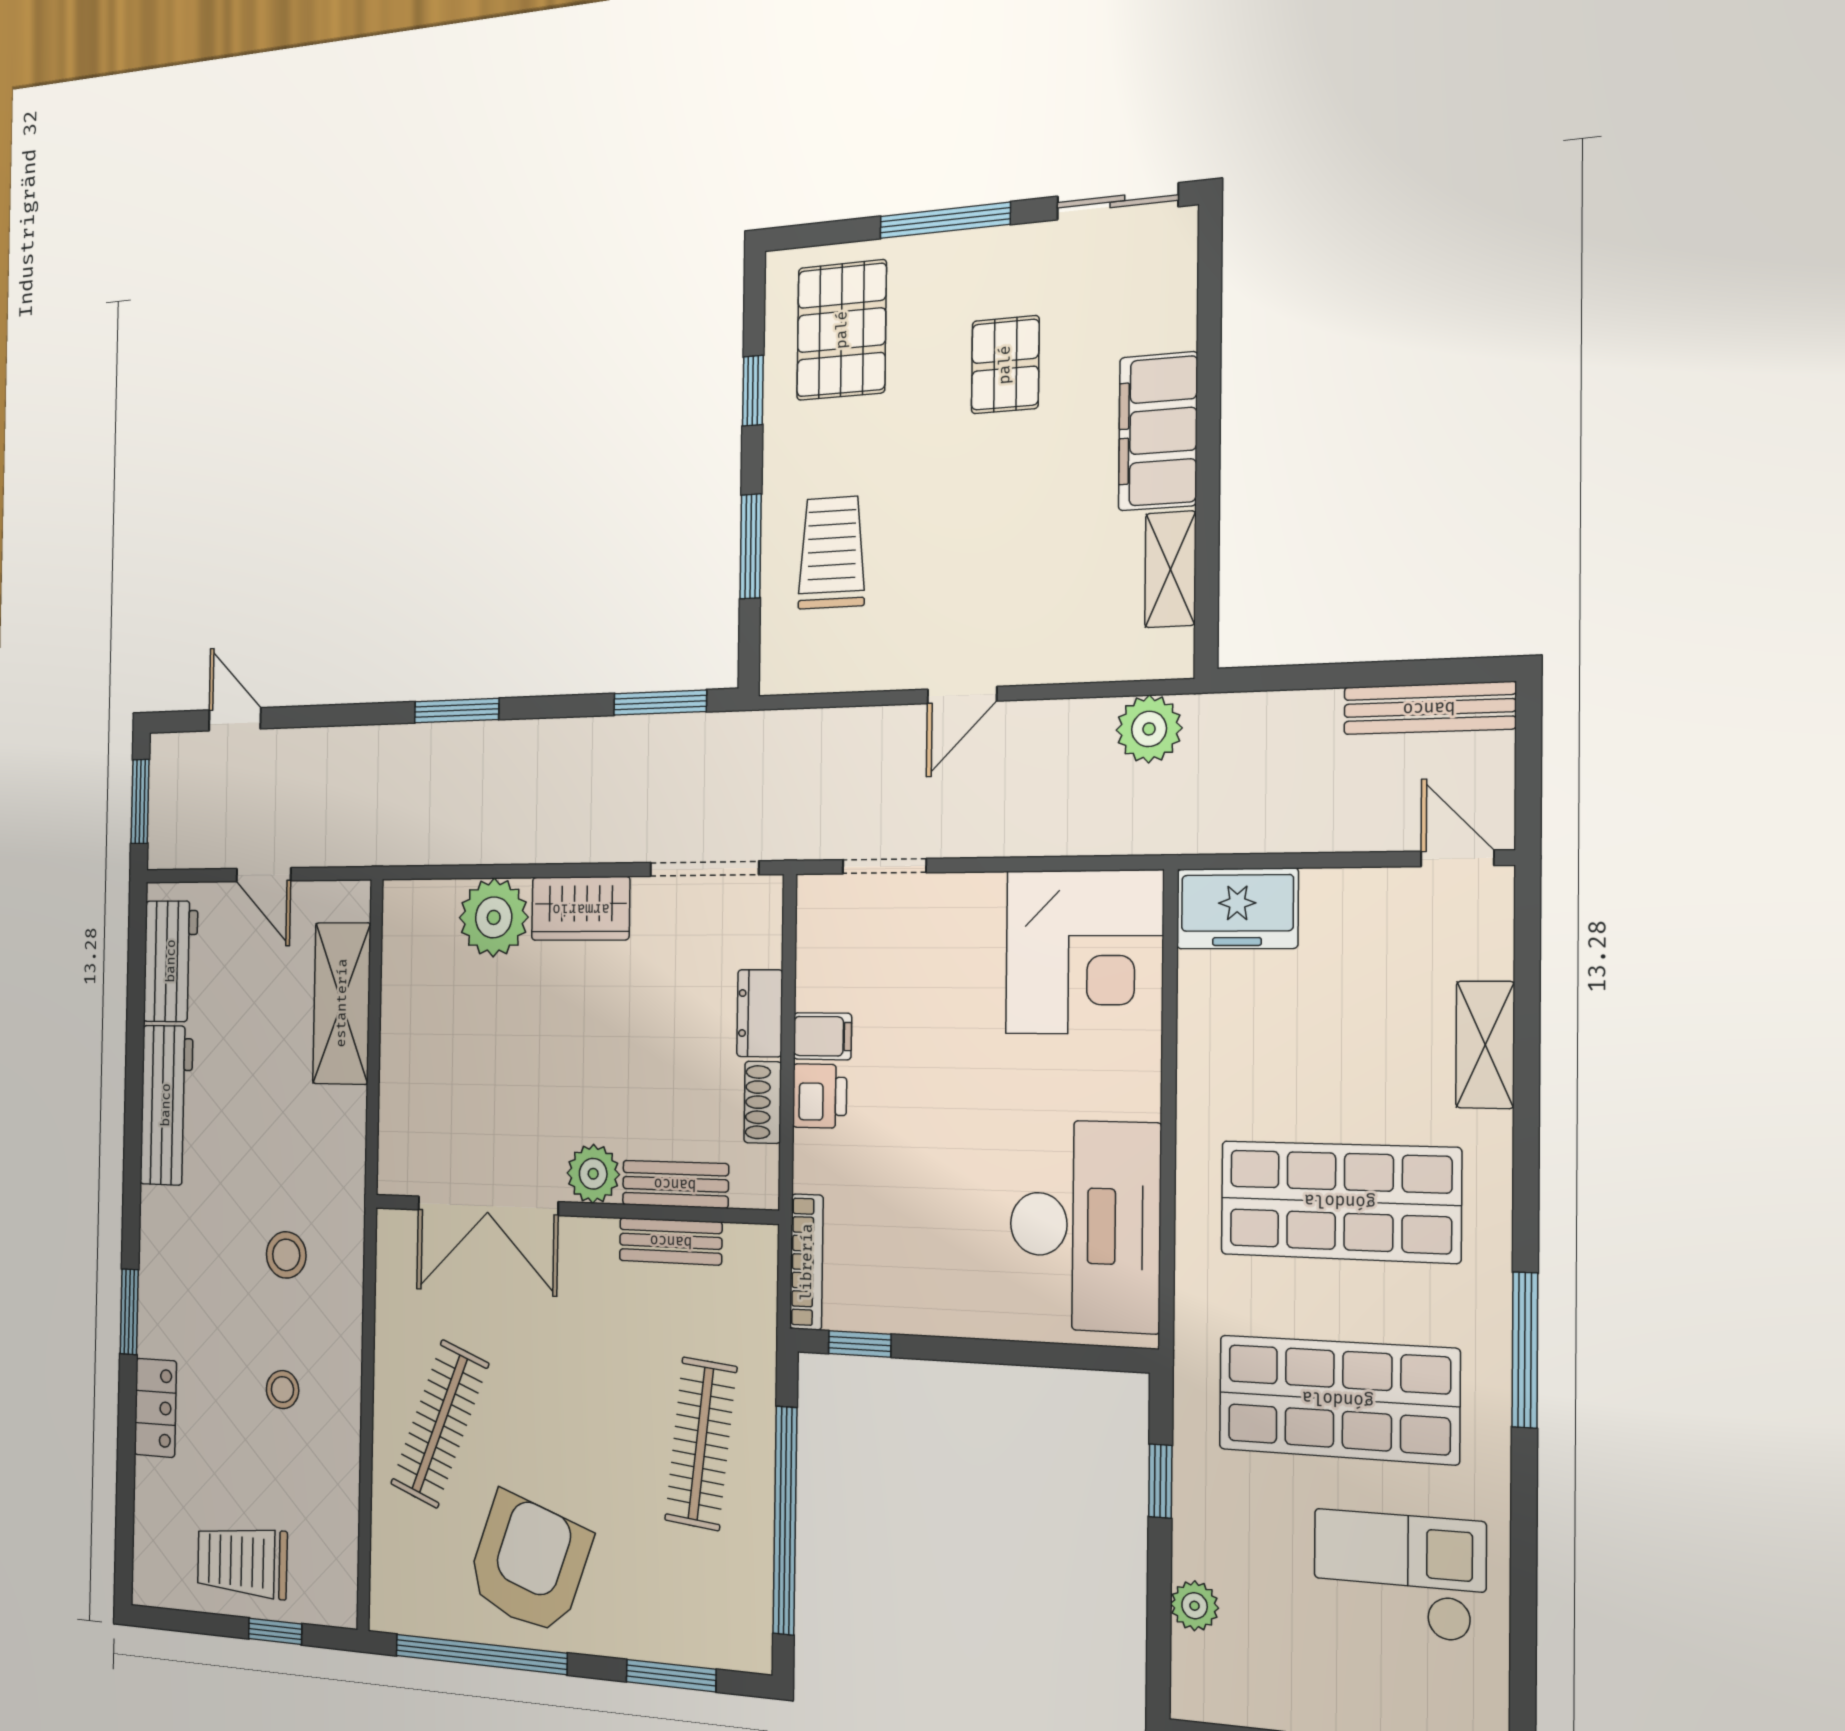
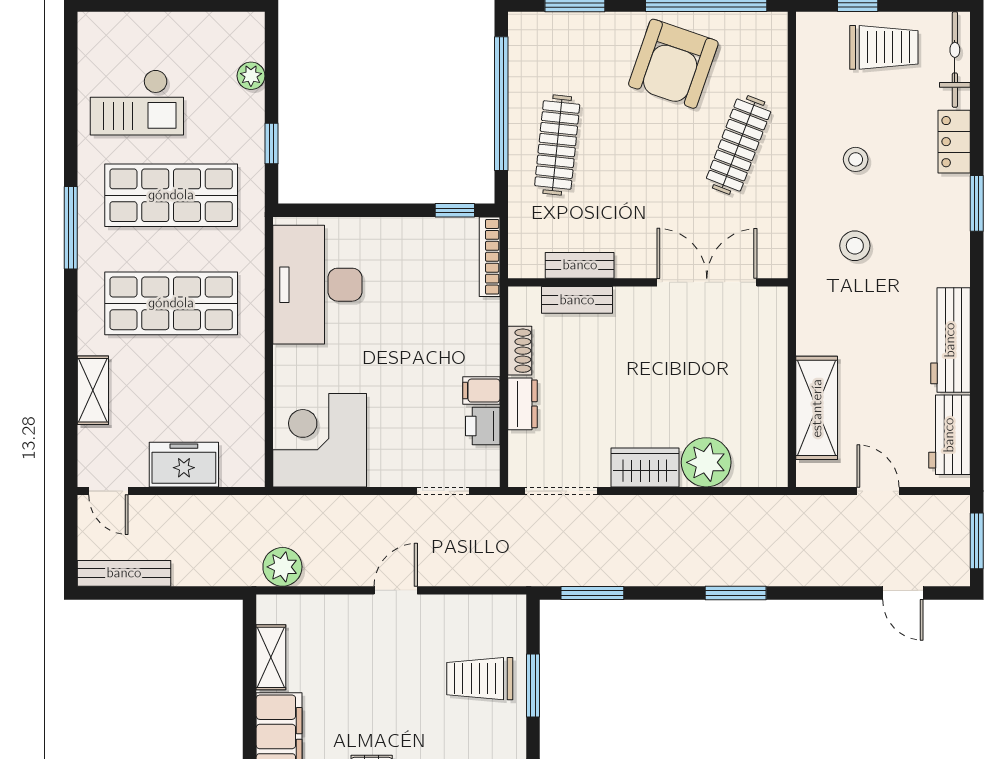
trolley: (832, 553) -> (480, 679), turned 90
freezer: (1237, 909) -> (184, 465), moved
printer: (820, 1096) -> (483, 426), moved
plant: (593, 1174) -> (633, 305), removed
bicycle: (152, 1534) -> (955, 59), added

